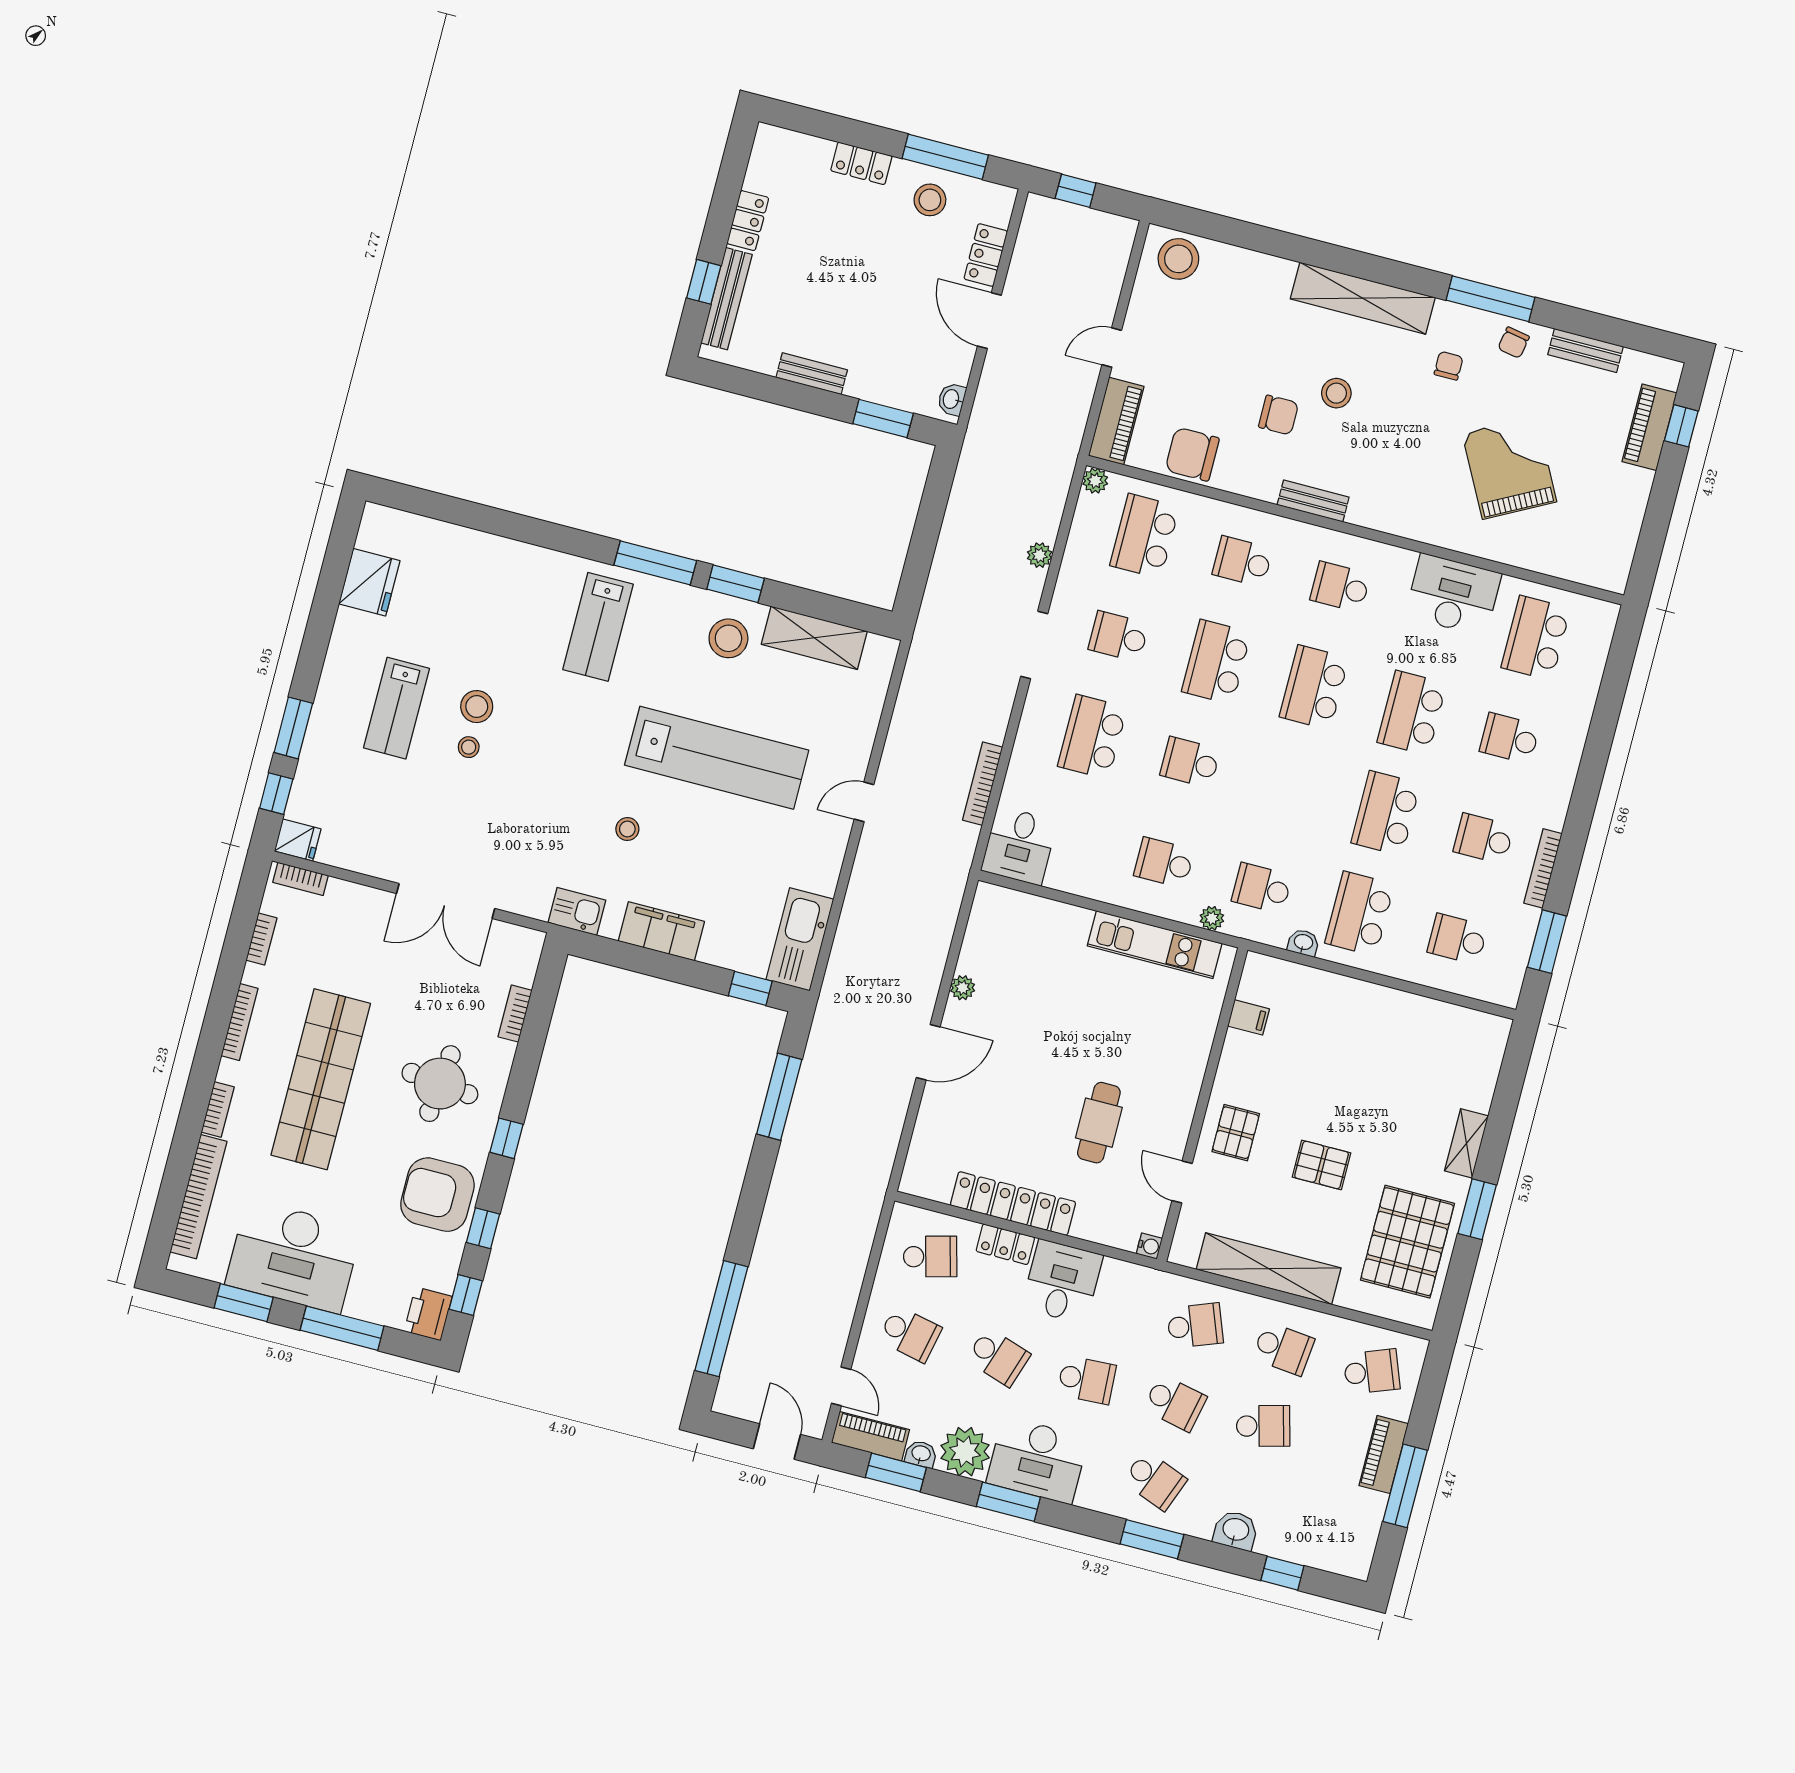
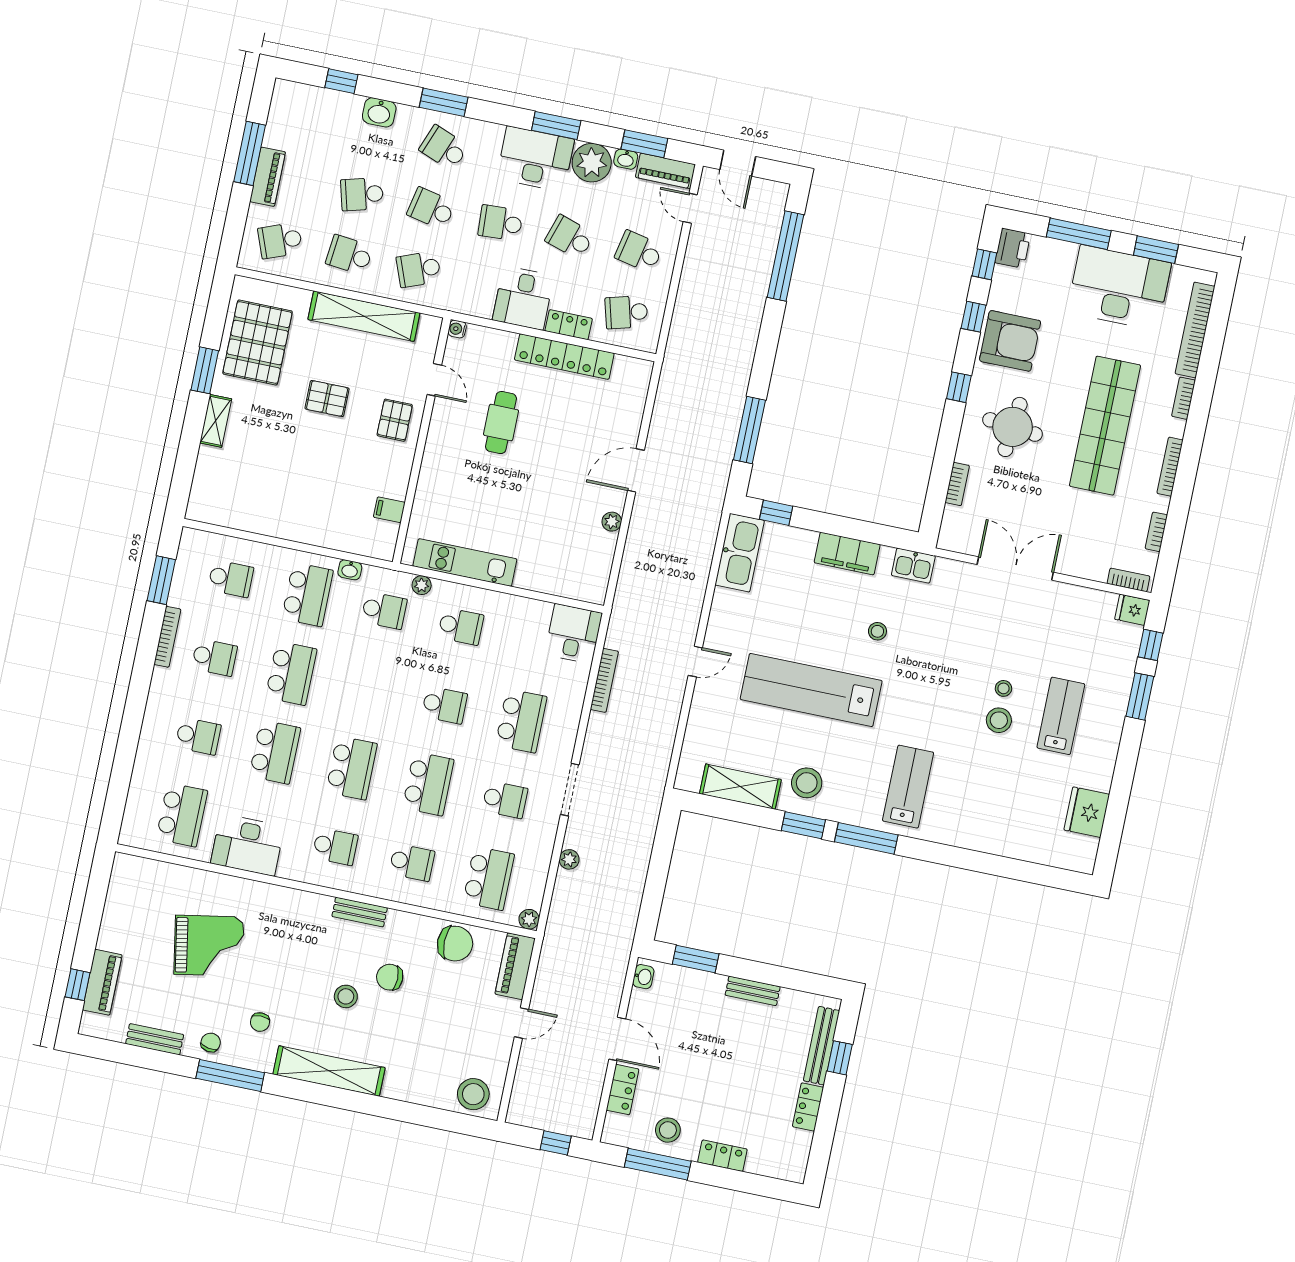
grand piano: (1509, 468) -> (209, 946), turned -72

